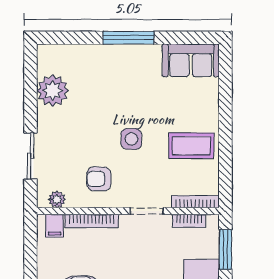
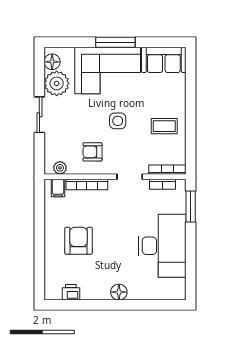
floor lamp: (47, 63) -> (52, 62), added
corner sofa: (118, 74) -> (108, 70), added
coffee table: (191, 146) -> (164, 126), width x0.73, depth x0.77
sliding door: (30, 156) -> (39, 115), moved

